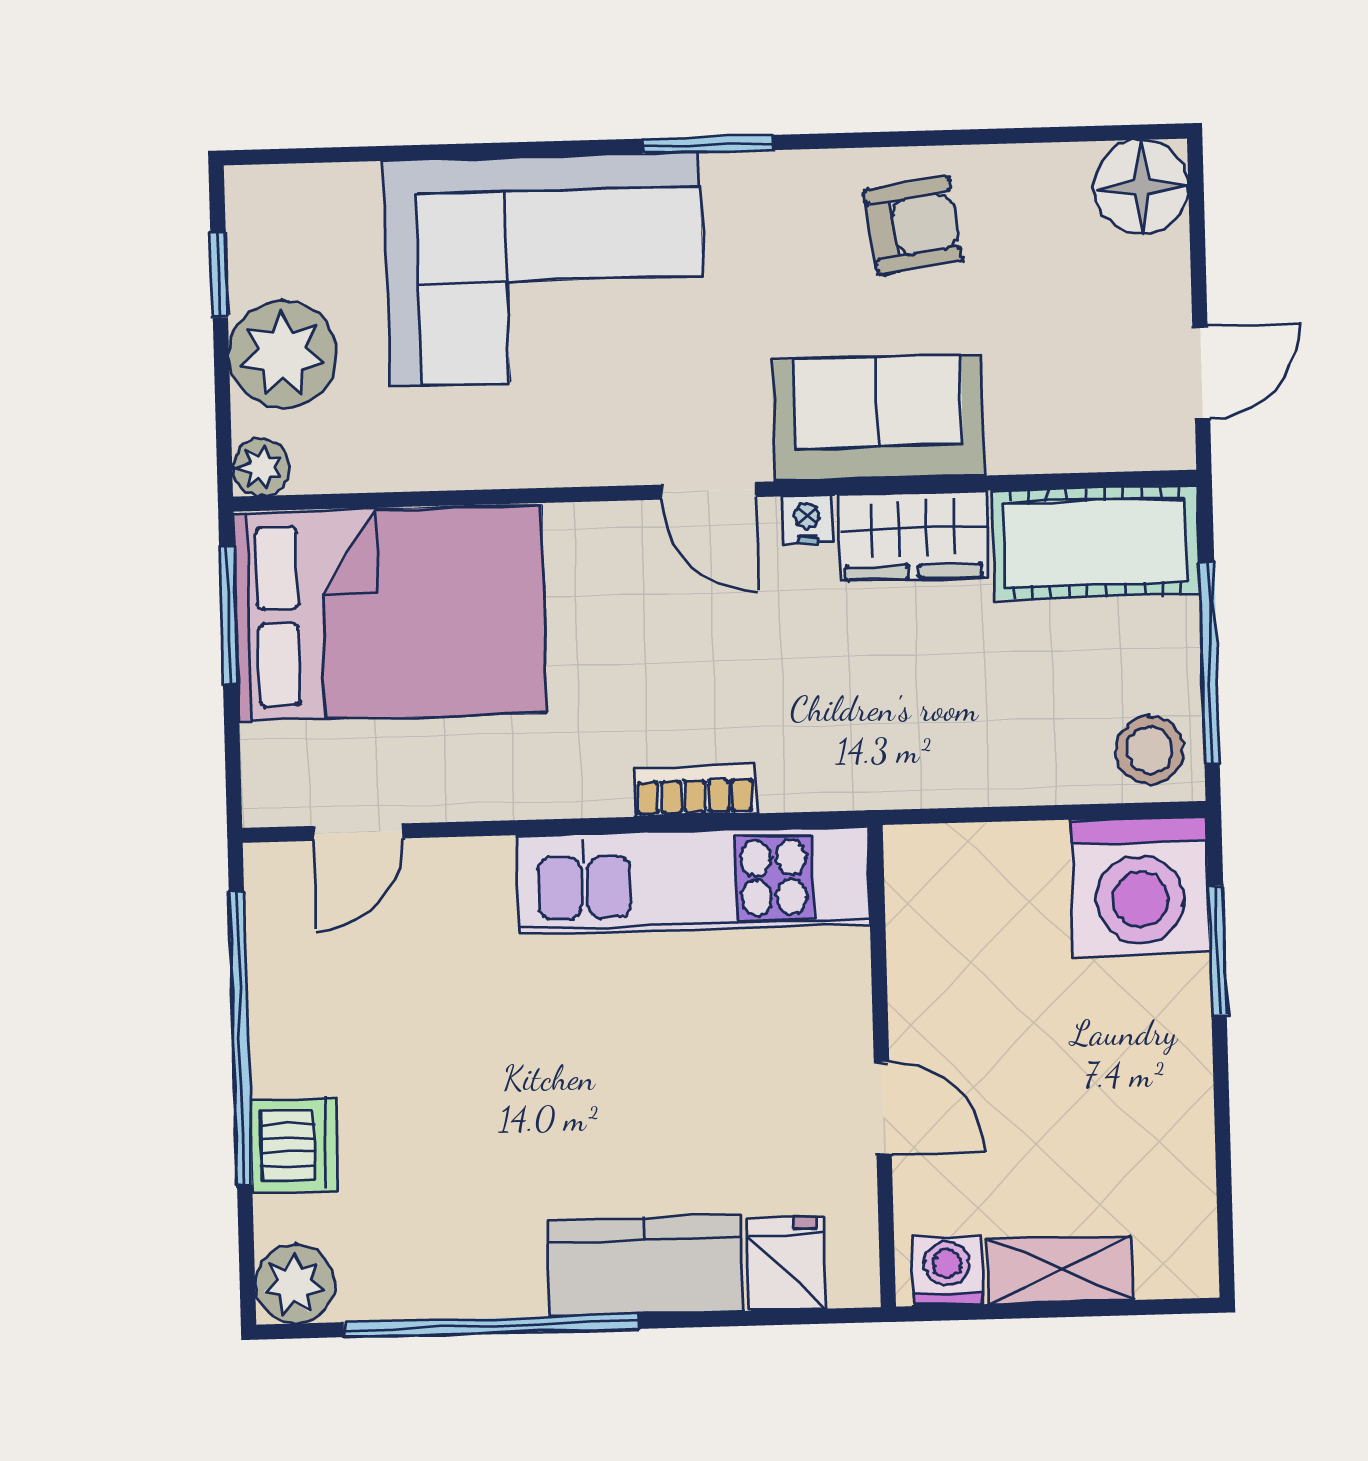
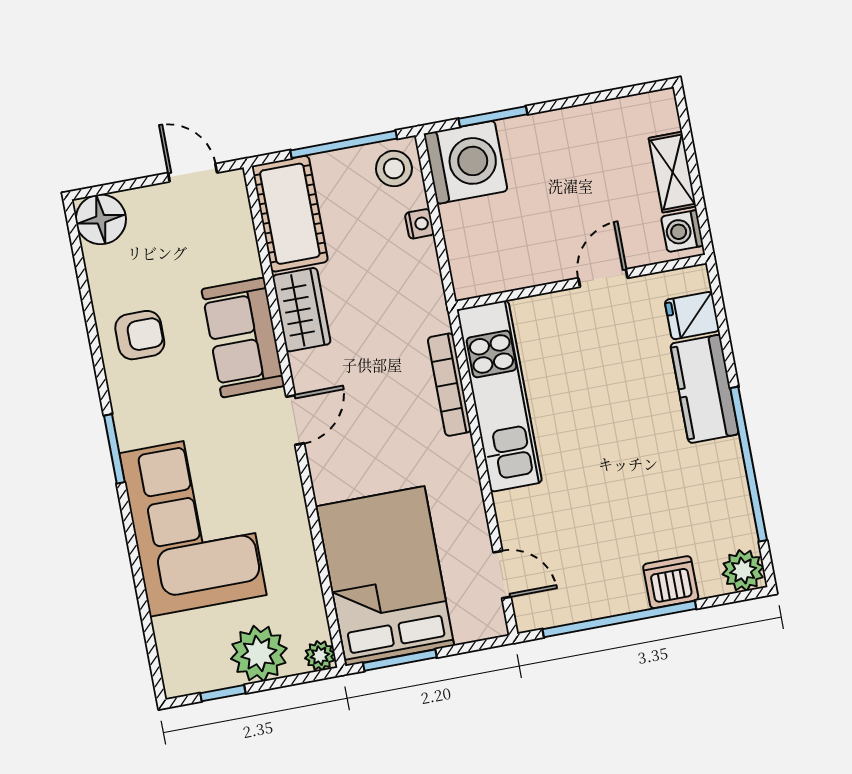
armchair: (913, 226) -> (140, 335), turned 98
nightstand: (807, 520) -> (420, 224), moved, turned 180
bookcase: (695, 791) -> (449, 385), width x1.56

